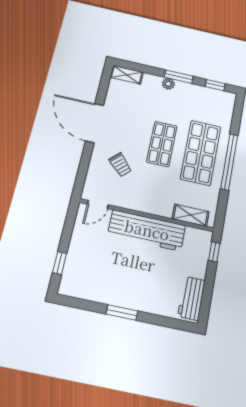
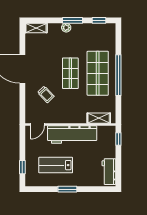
lab bench: (112, 271) -> (56, 165), added

